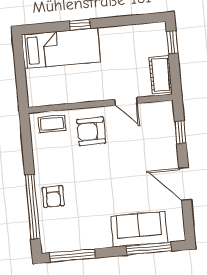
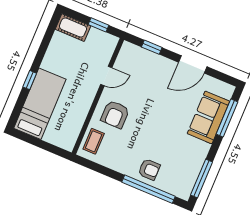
window: (172, 42) -> (99, 25), moved
cot: (161, 75) -> (73, 28), moved

